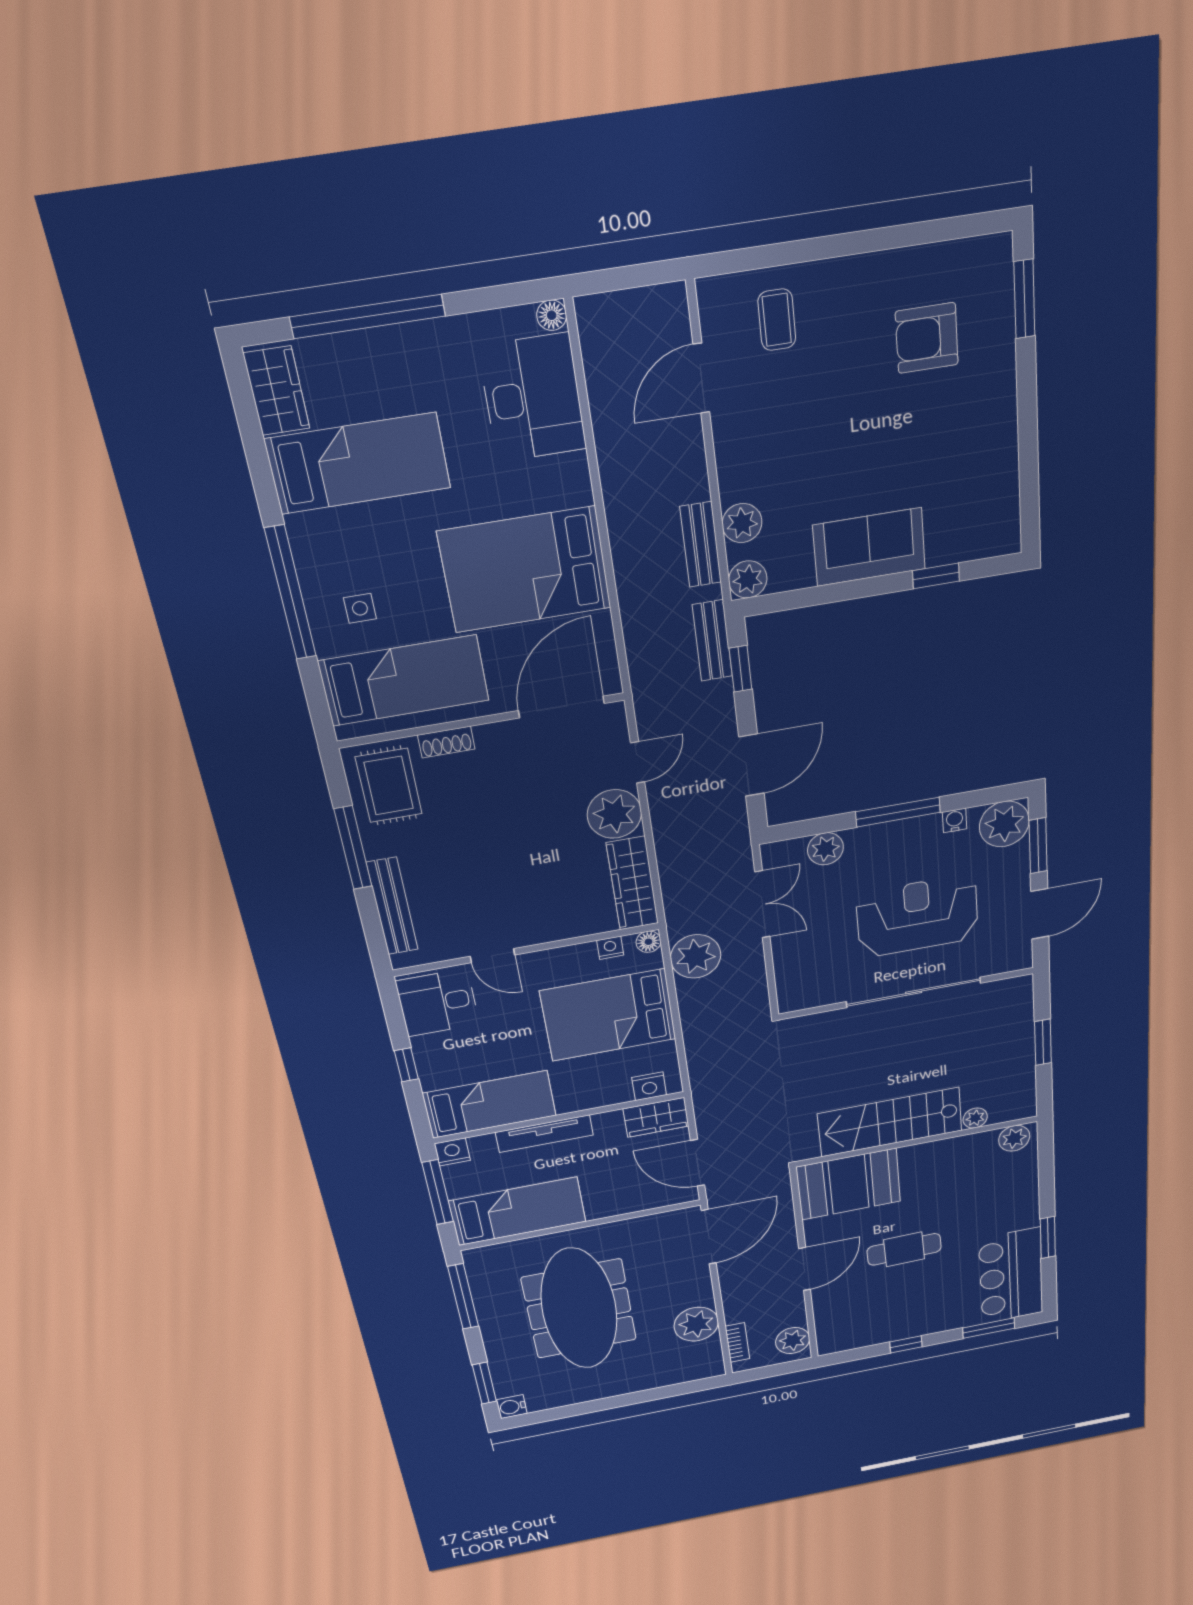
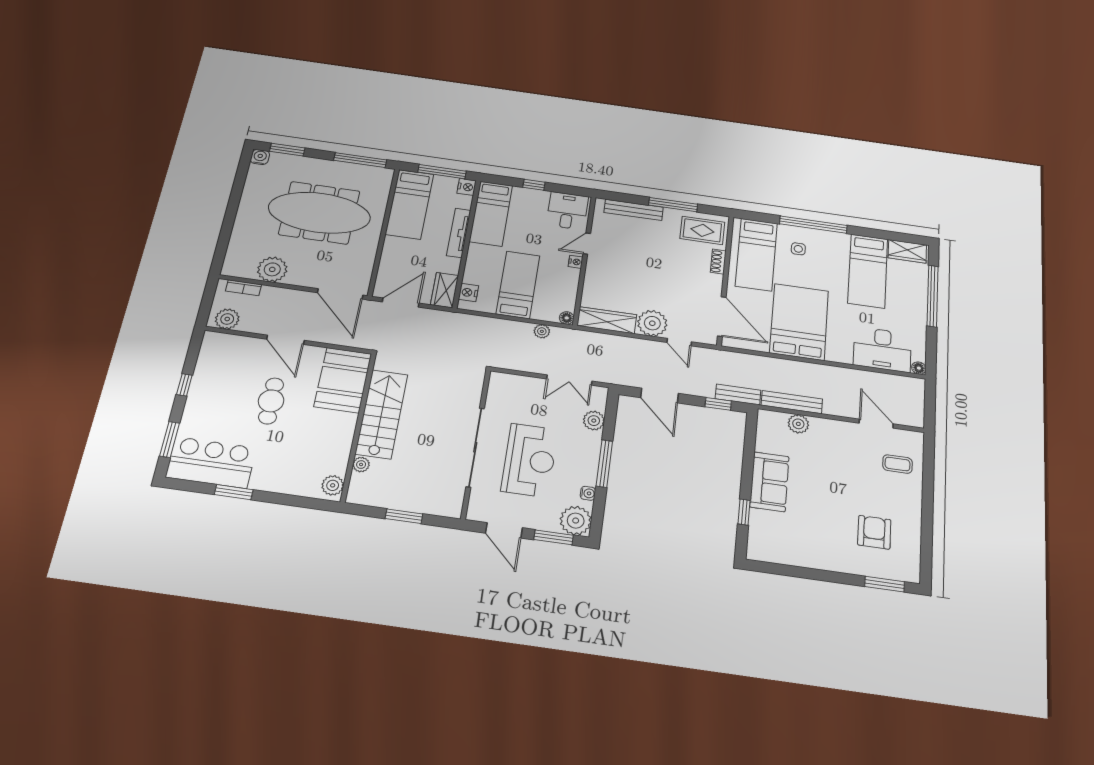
bench: (701, 545) -> (792, 402), width x1.36
plant: (748, 579) -> (767, 419), removed
nightstand: (610, 948) -> (576, 262), moved
plant: (696, 956) -> (542, 331), width x0.53, depth x0.53
bed: (608, 1015) -> (518, 285), width x0.67

